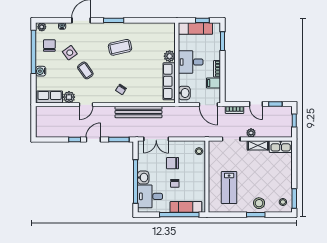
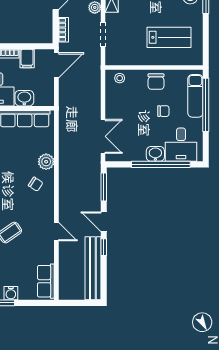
washbasin: (184, 93) -> (24, 98), moved
plant: (69, 97) -> (46, 162), moved
bench: (138, 112) -> (93, 268), moved
chair: (173, 163) -> (156, 82), moved

